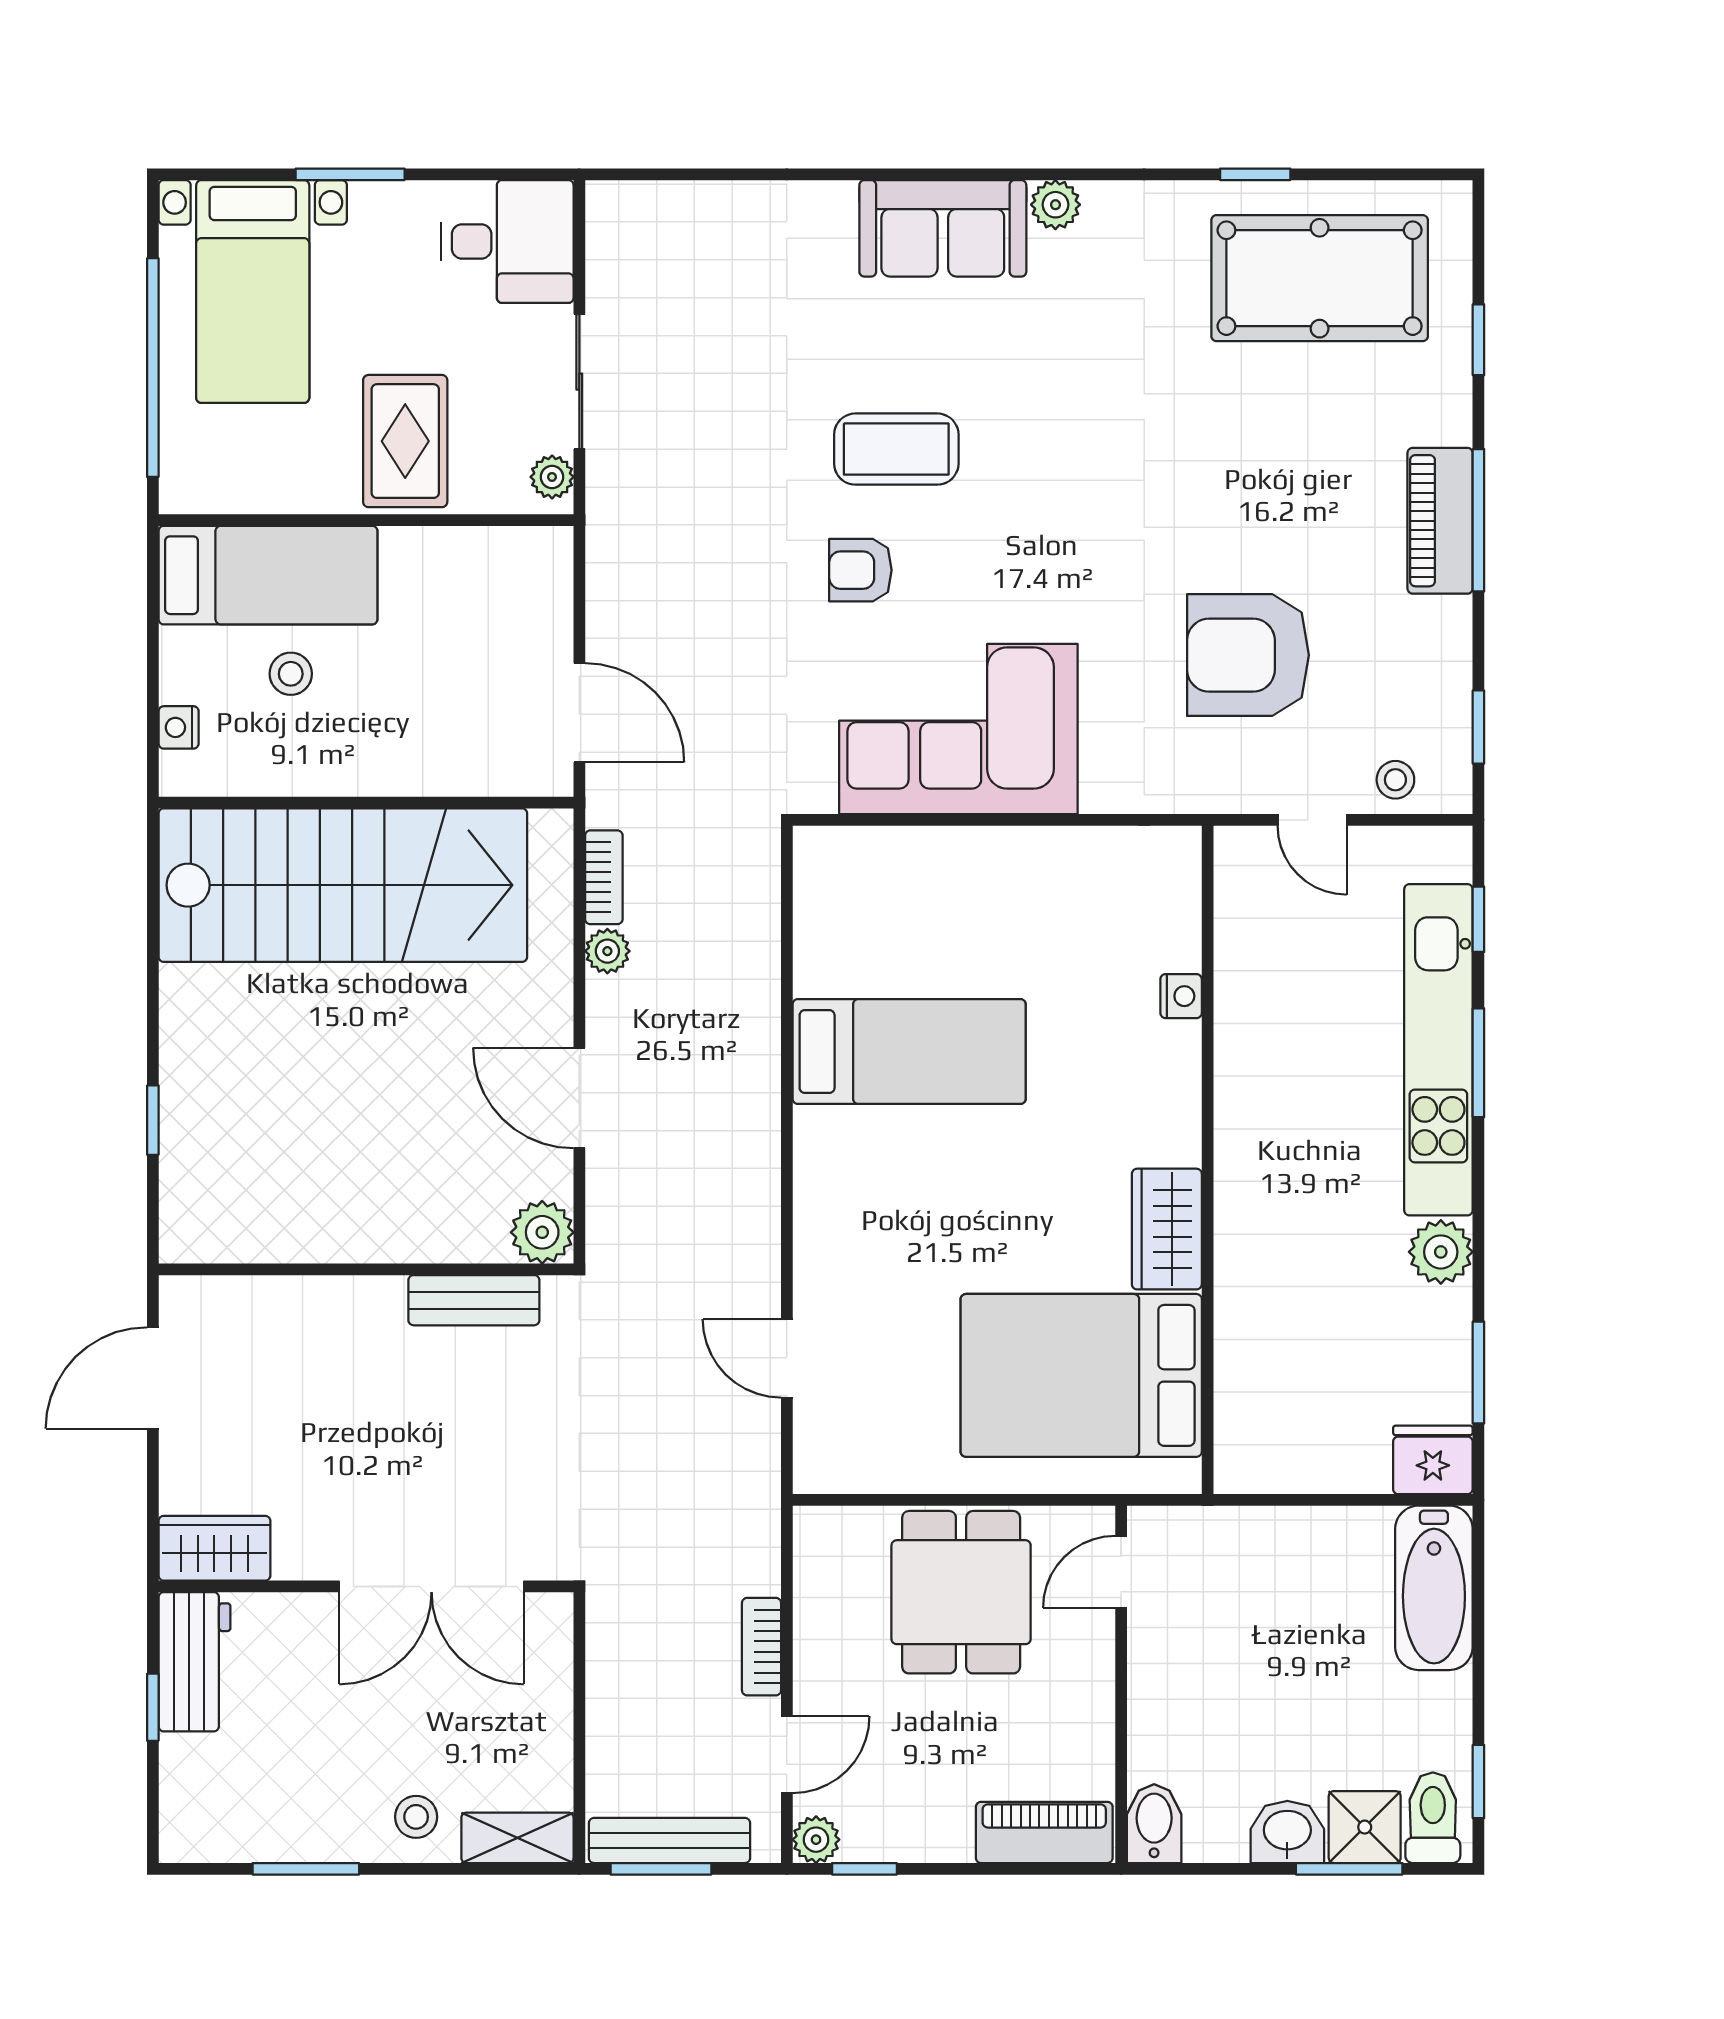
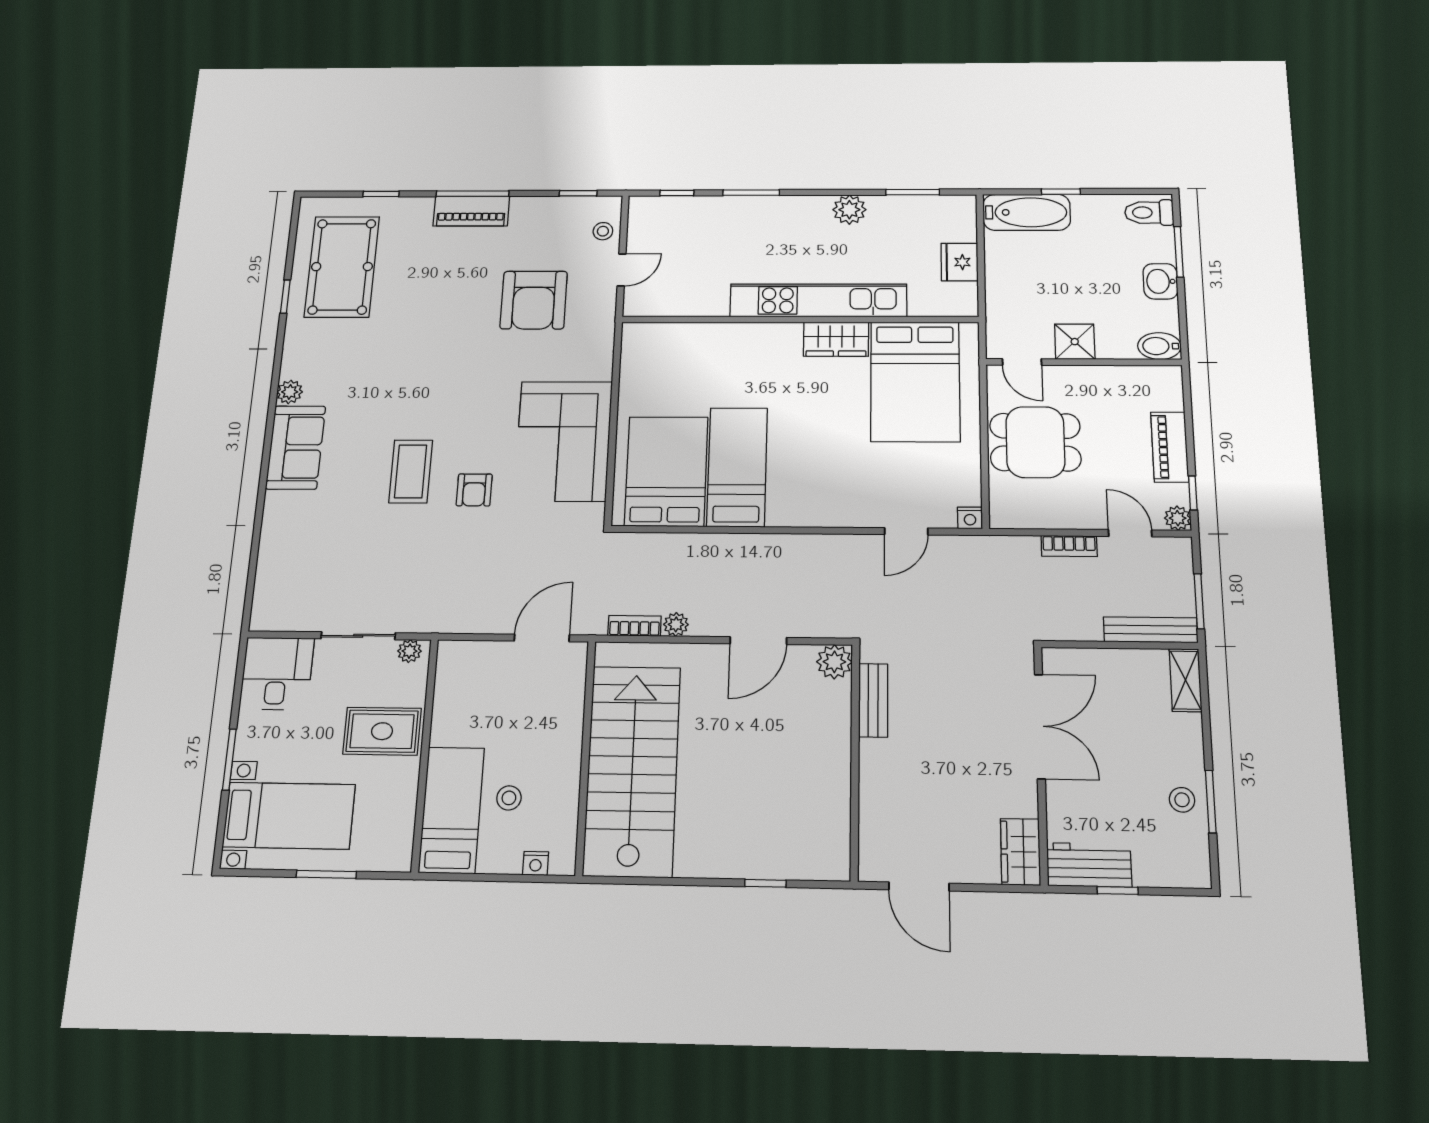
window: (153, 368) -> (326, 874), width x0.47
bed: (900, 922) -> (666, 471), added
nightstand: (1181, 996) -> (970, 518), moved, turned 180
kitchen unit: (1438, 1050) -> (818, 300), moved, turned 180
fridge: (1433, 1460) -> (959, 262), moved
window: (1478, 1782) -> (1061, 192), moved
stool: (416, 1817) -> (1182, 800), moved
shower: (1365, 1827) -> (1075, 342), moved
piano: (1044, 1832) -> (1170, 447), moved
bench: (670, 1840) -> (1151, 630), moved, turned 90

